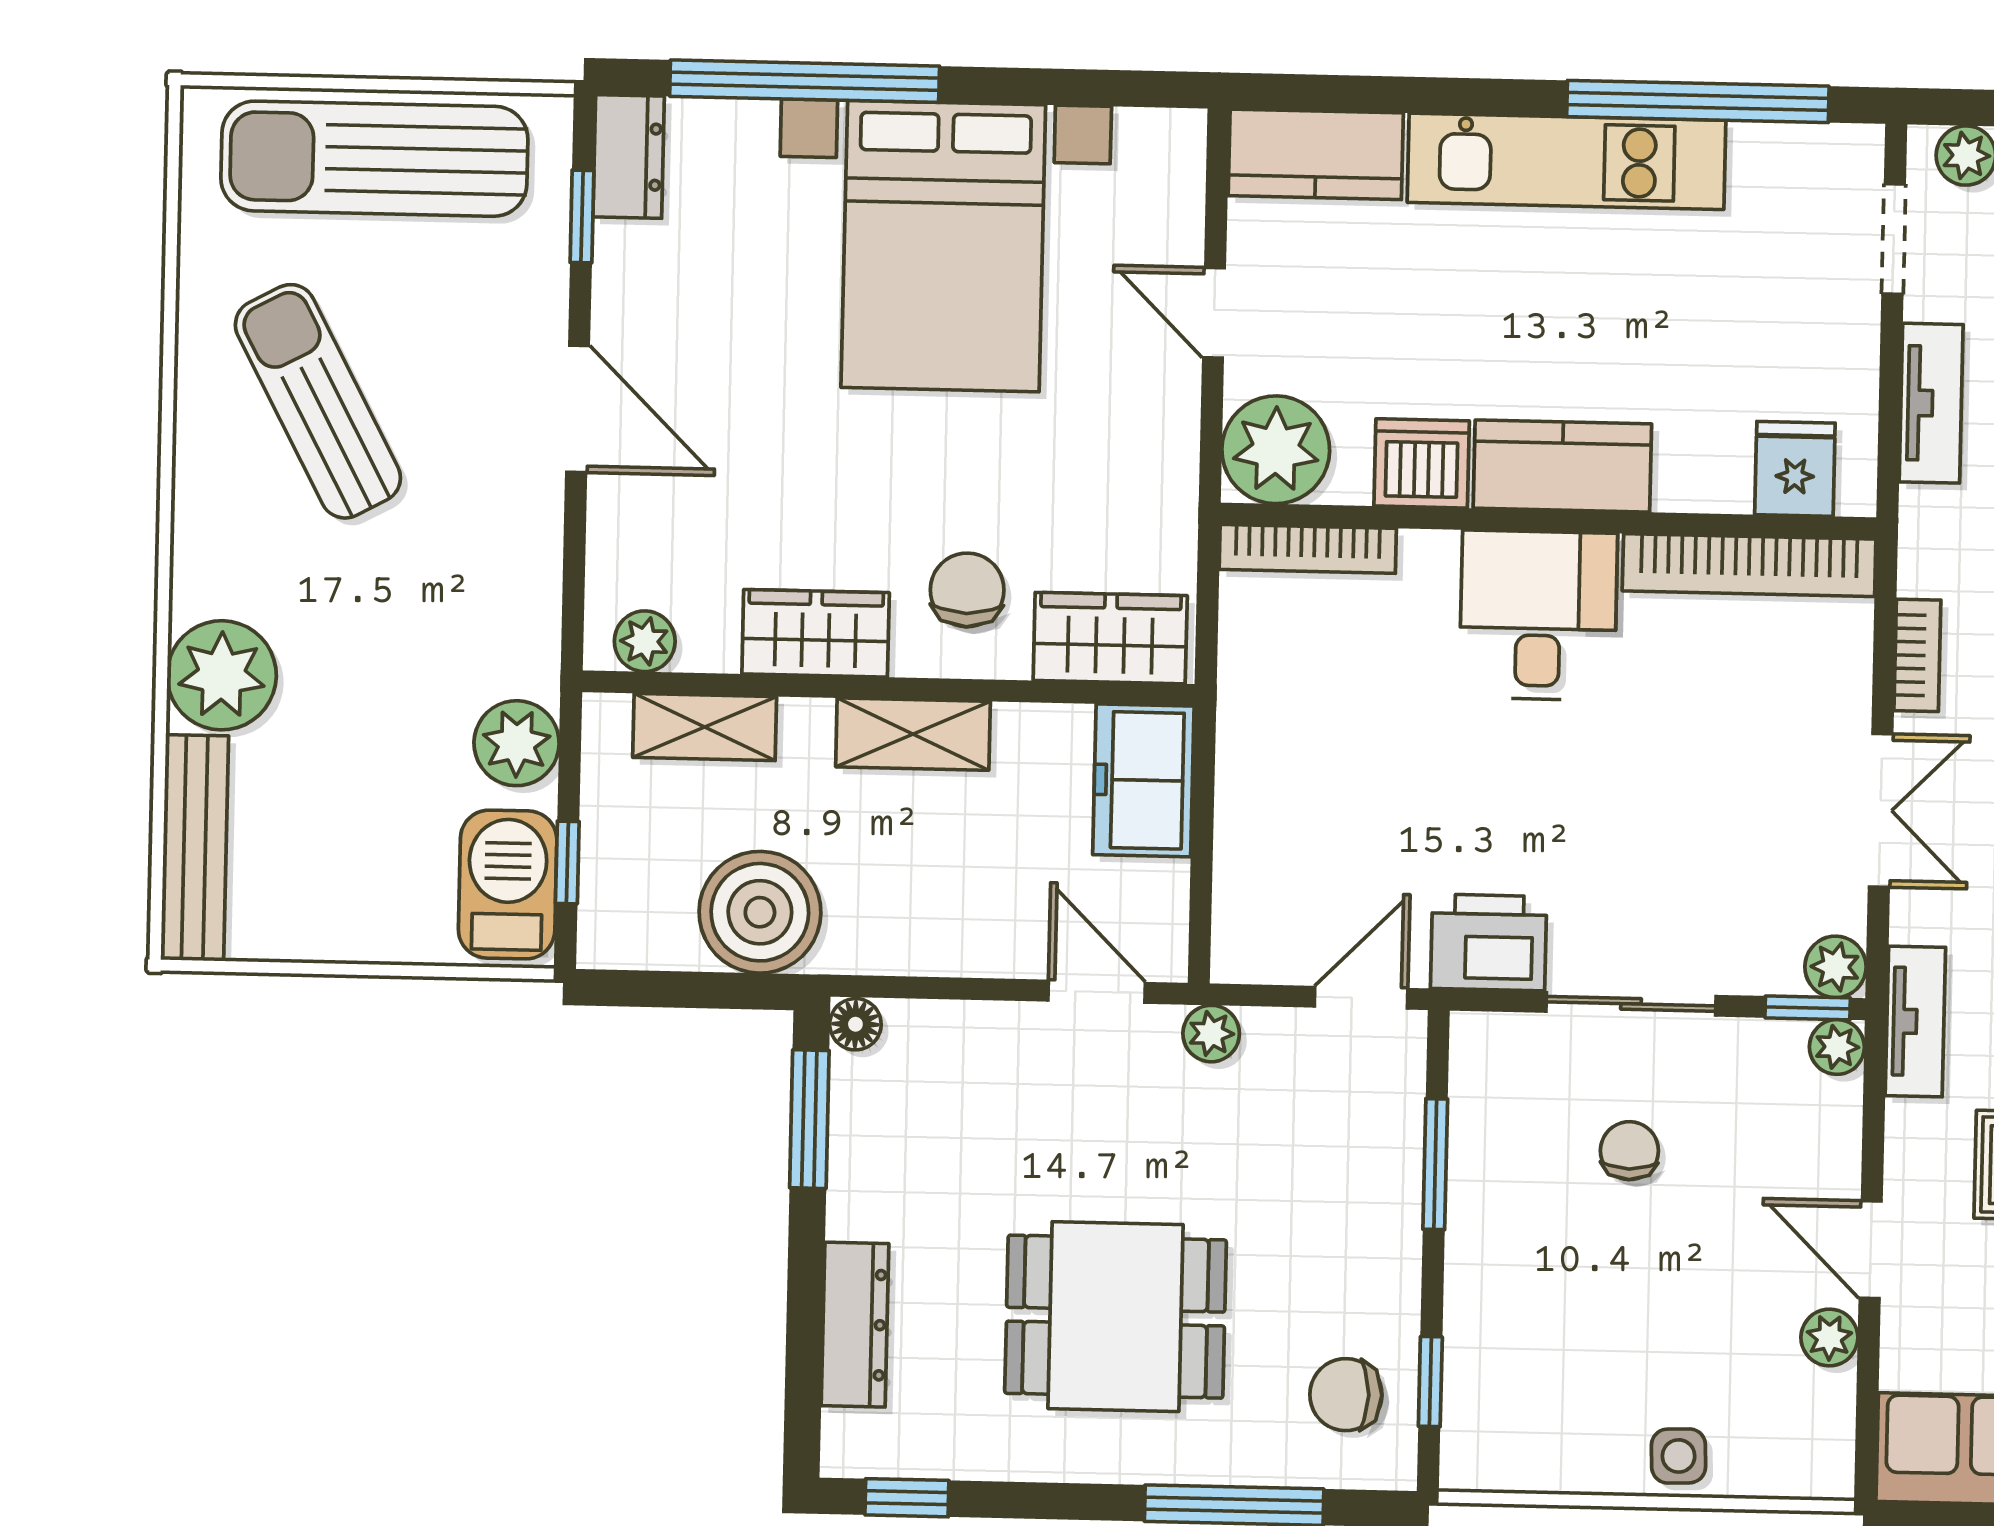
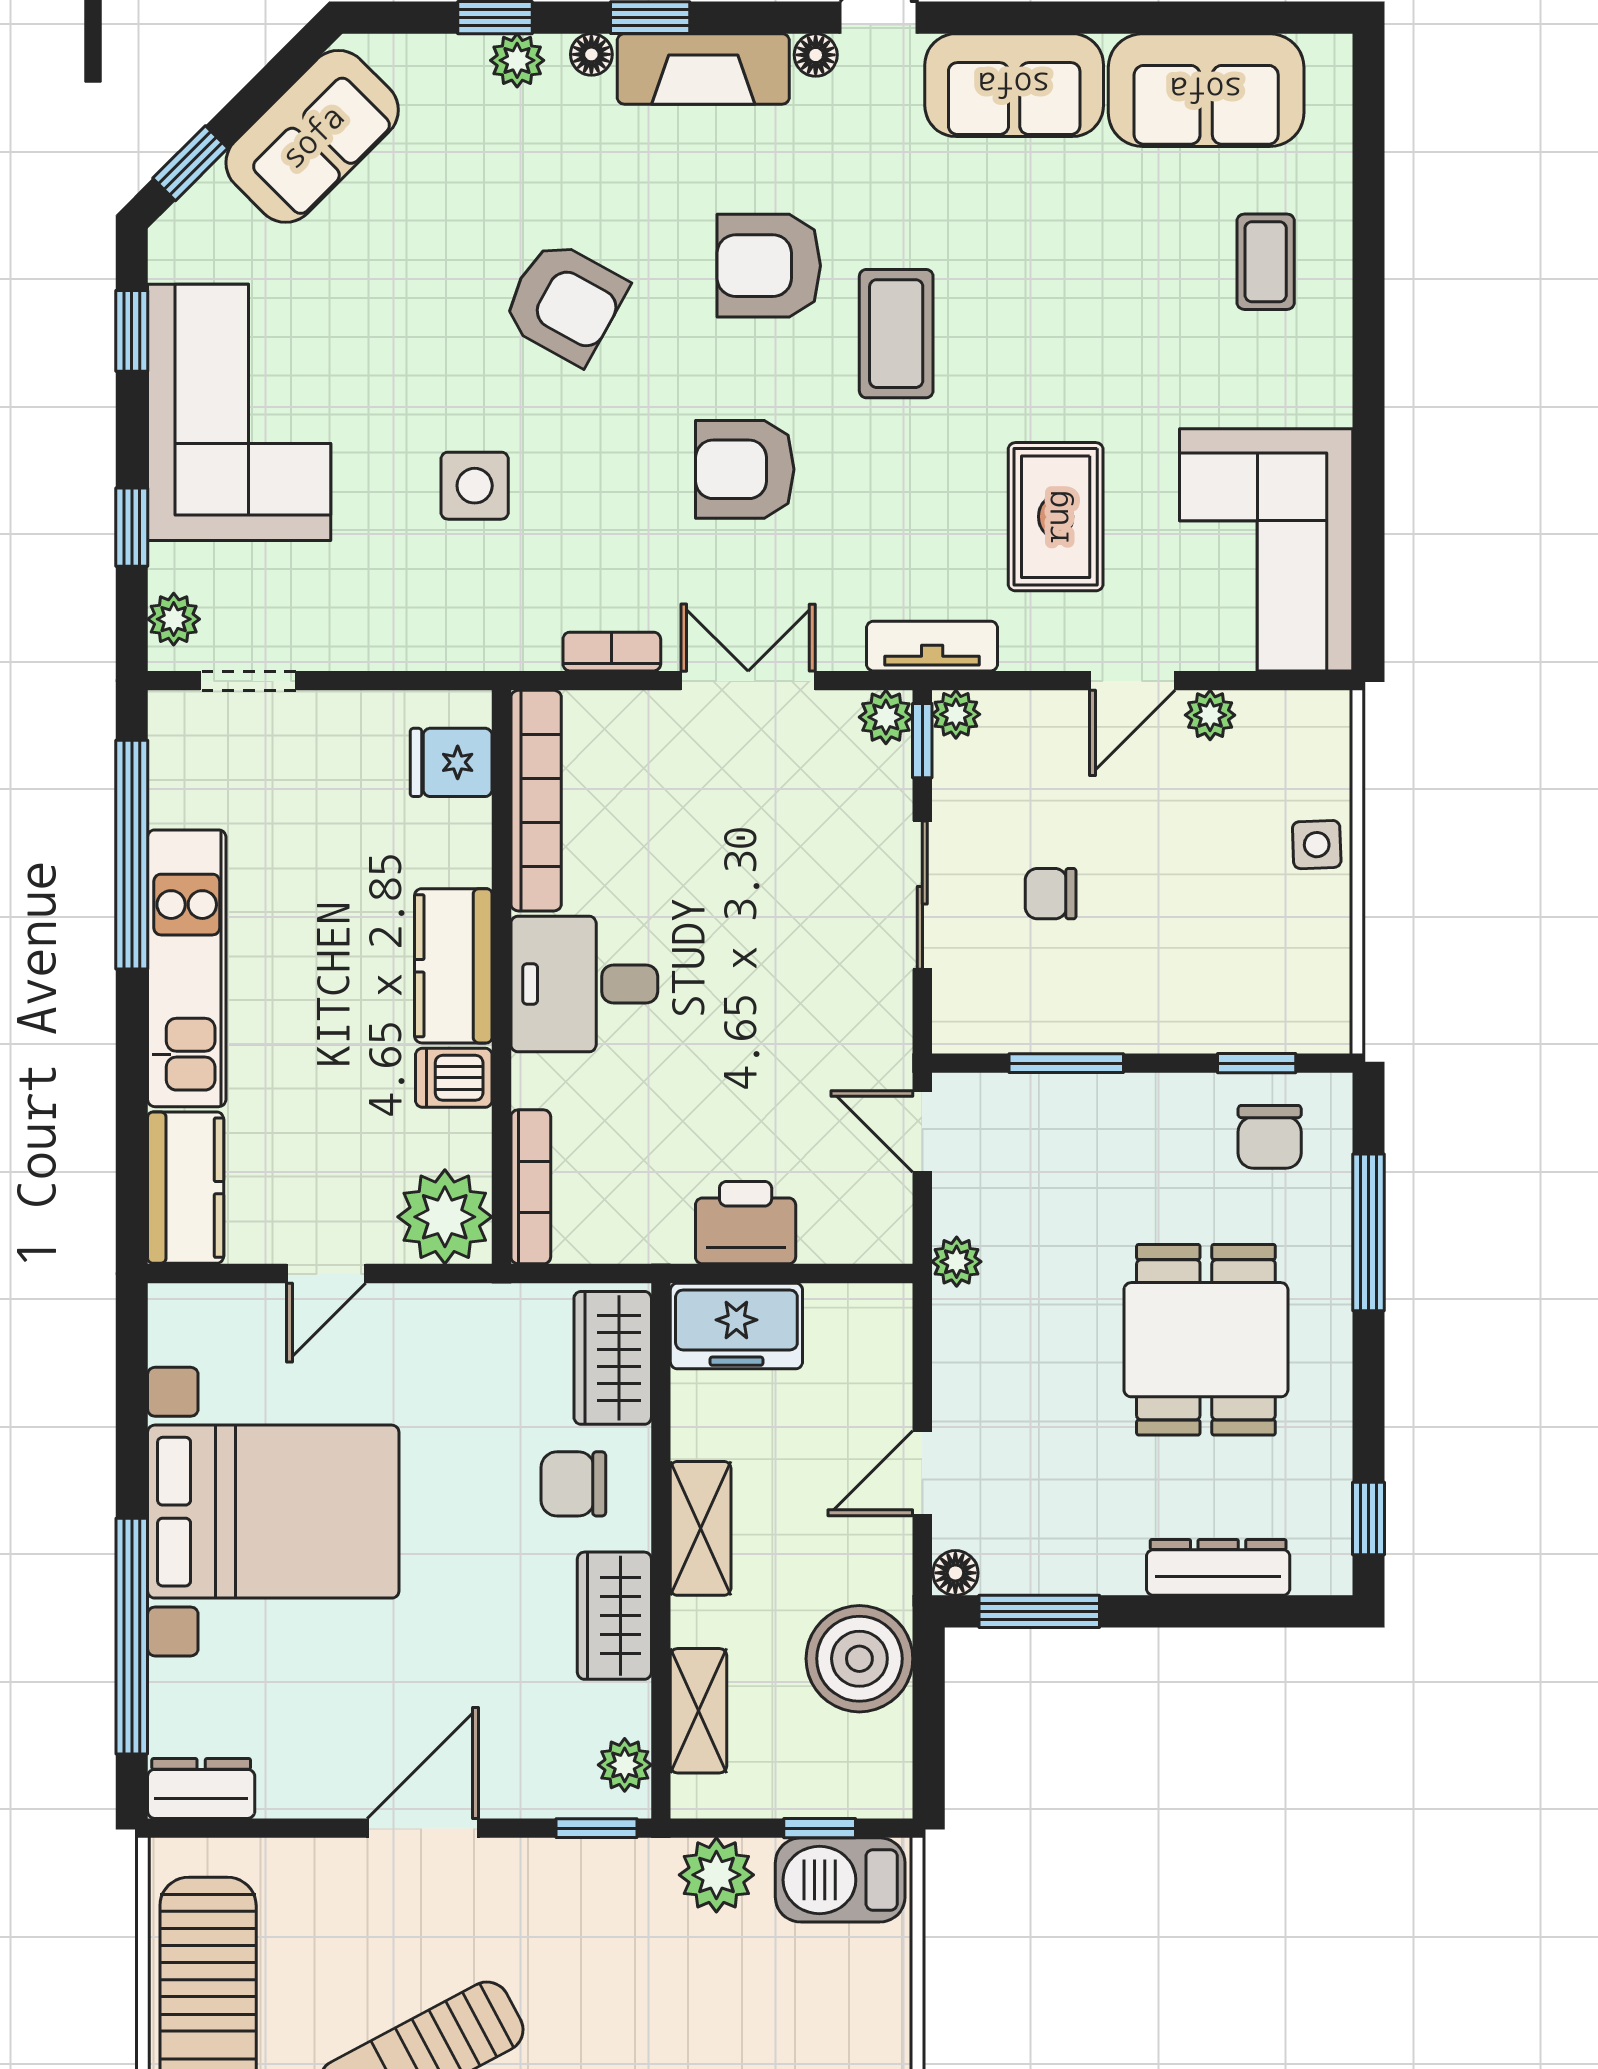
window: (582, 217) -> (597, 1828), moved
tv unit: (1931, 403) -> (391, 645), removed
dishwasher: (1422, 463) -> (454, 1078), width x0.73
printer: (1489, 942) -> (746, 1223), moved, turned 90
door: (1097, 992) -> (922, 1473), moved

